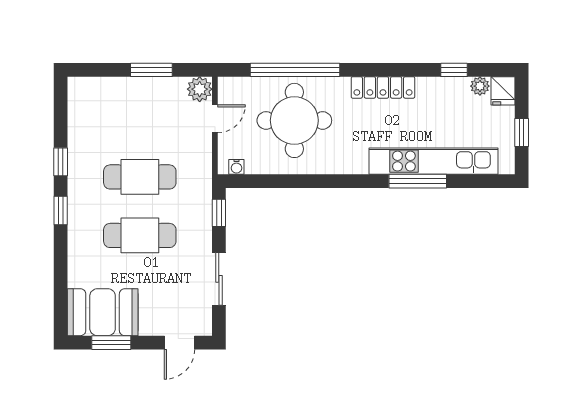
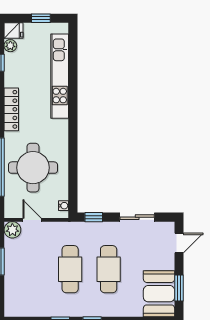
window: (418, 181) -> (73, 86), removed
door: (180, 343) -> (179, 243), hinge flipped

